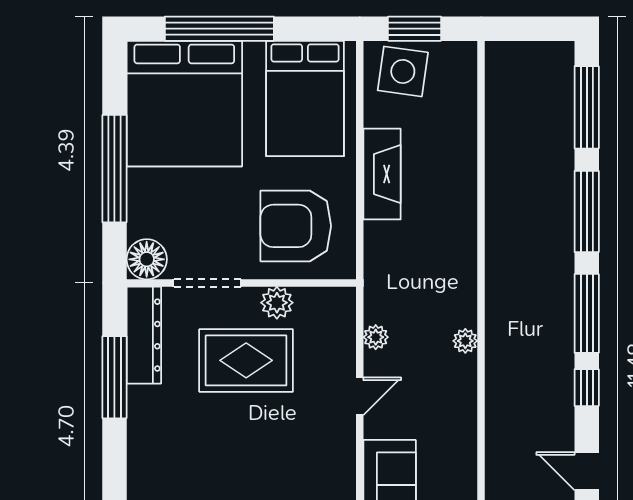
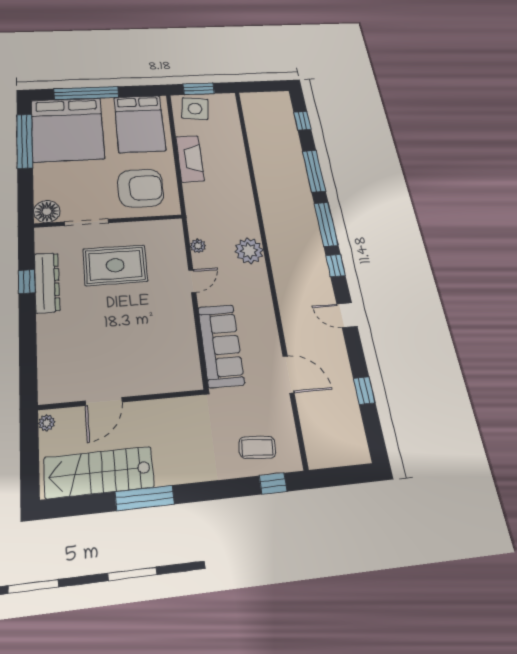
window: (587, 107) -> (302, 121), width x0.46
window: (114, 169) -> (25, 141), moved
armchair: (296, 226) -> (141, 188), turned 180
plant: (277, 303) -> (133, 231), removed
dresser: (144, 335) -> (47, 282), moved
plant: (465, 341) -> (249, 251), width x1.87, depth x1.87
window: (114, 377) -> (27, 282), width x0.46

